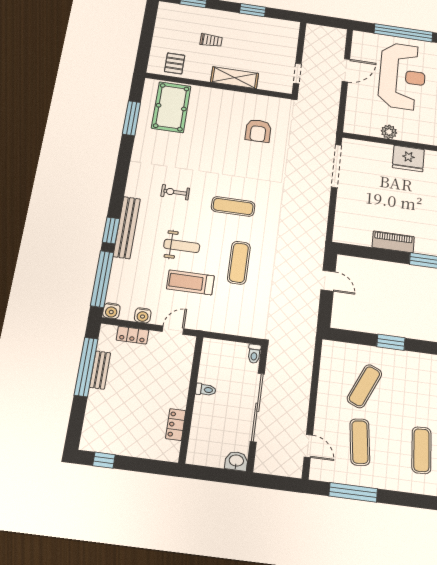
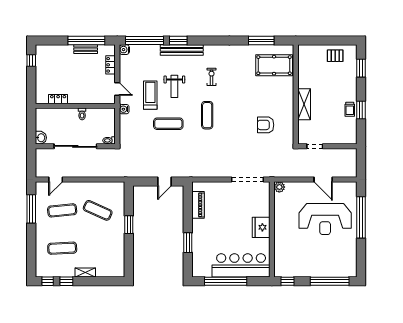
trolley: (211, 40) -> (350, 109), moved
pallet: (175, 63) -> (335, 56), moved
plant: (389, 132) -> (279, 187), moved
piano: (393, 242) -> (198, 205), moved
water cooler: (143, 315) -> (124, 109), moved

